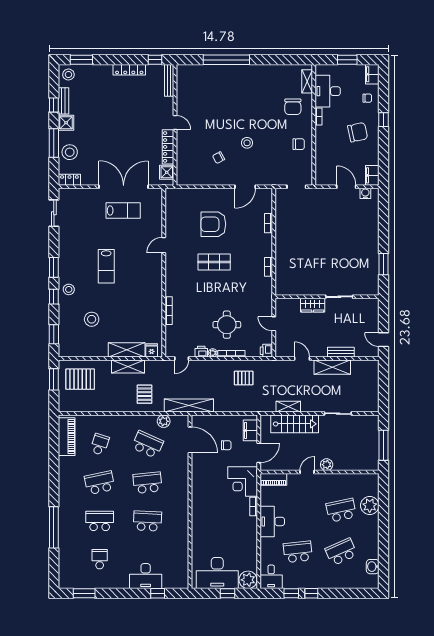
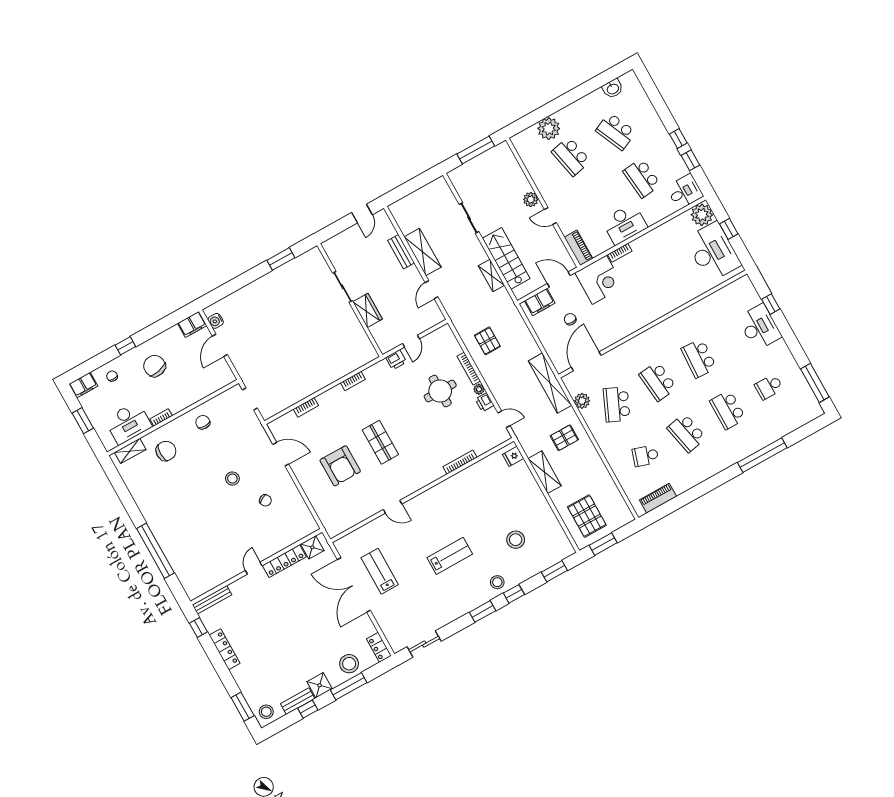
shelving: (127, 350) -> (528, 484), removed
printer: (266, 351) -> (396, 360), moved
piano: (67, 437) -> (658, 498), width x0.73, depth x0.75
window: (84, 593) -> (815, 383), width x1.44

